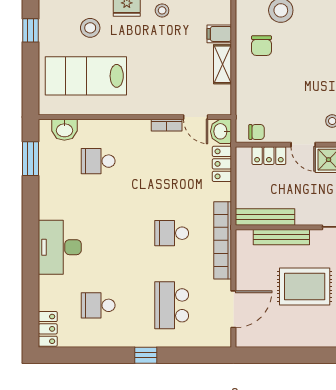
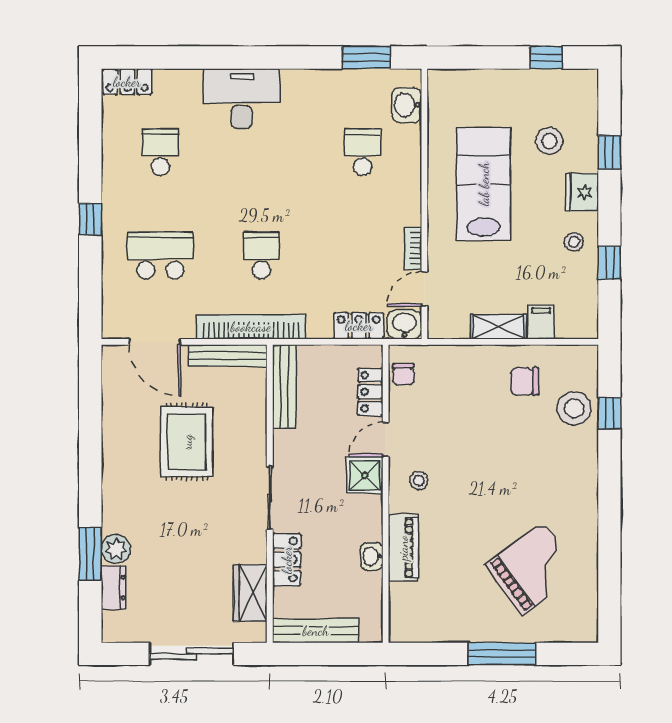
lab bench: (86, 76) -> (484, 184), moved
bench: (281, 237) -> (228, 356), moved, turned 90

